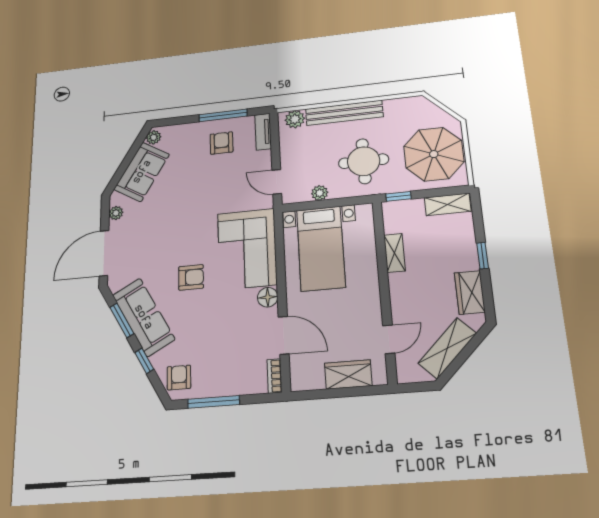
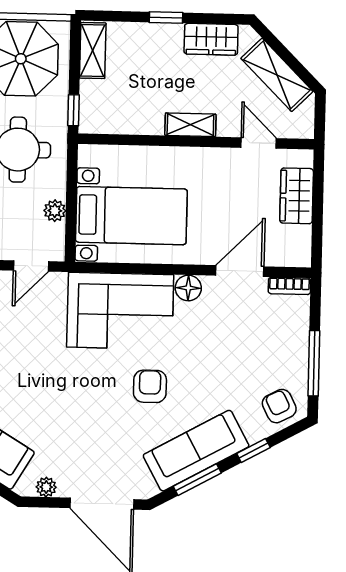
shelving: (395, 253) -> (190, 125), moved
armchair: (179, 377) -> (279, 406), turned 63

